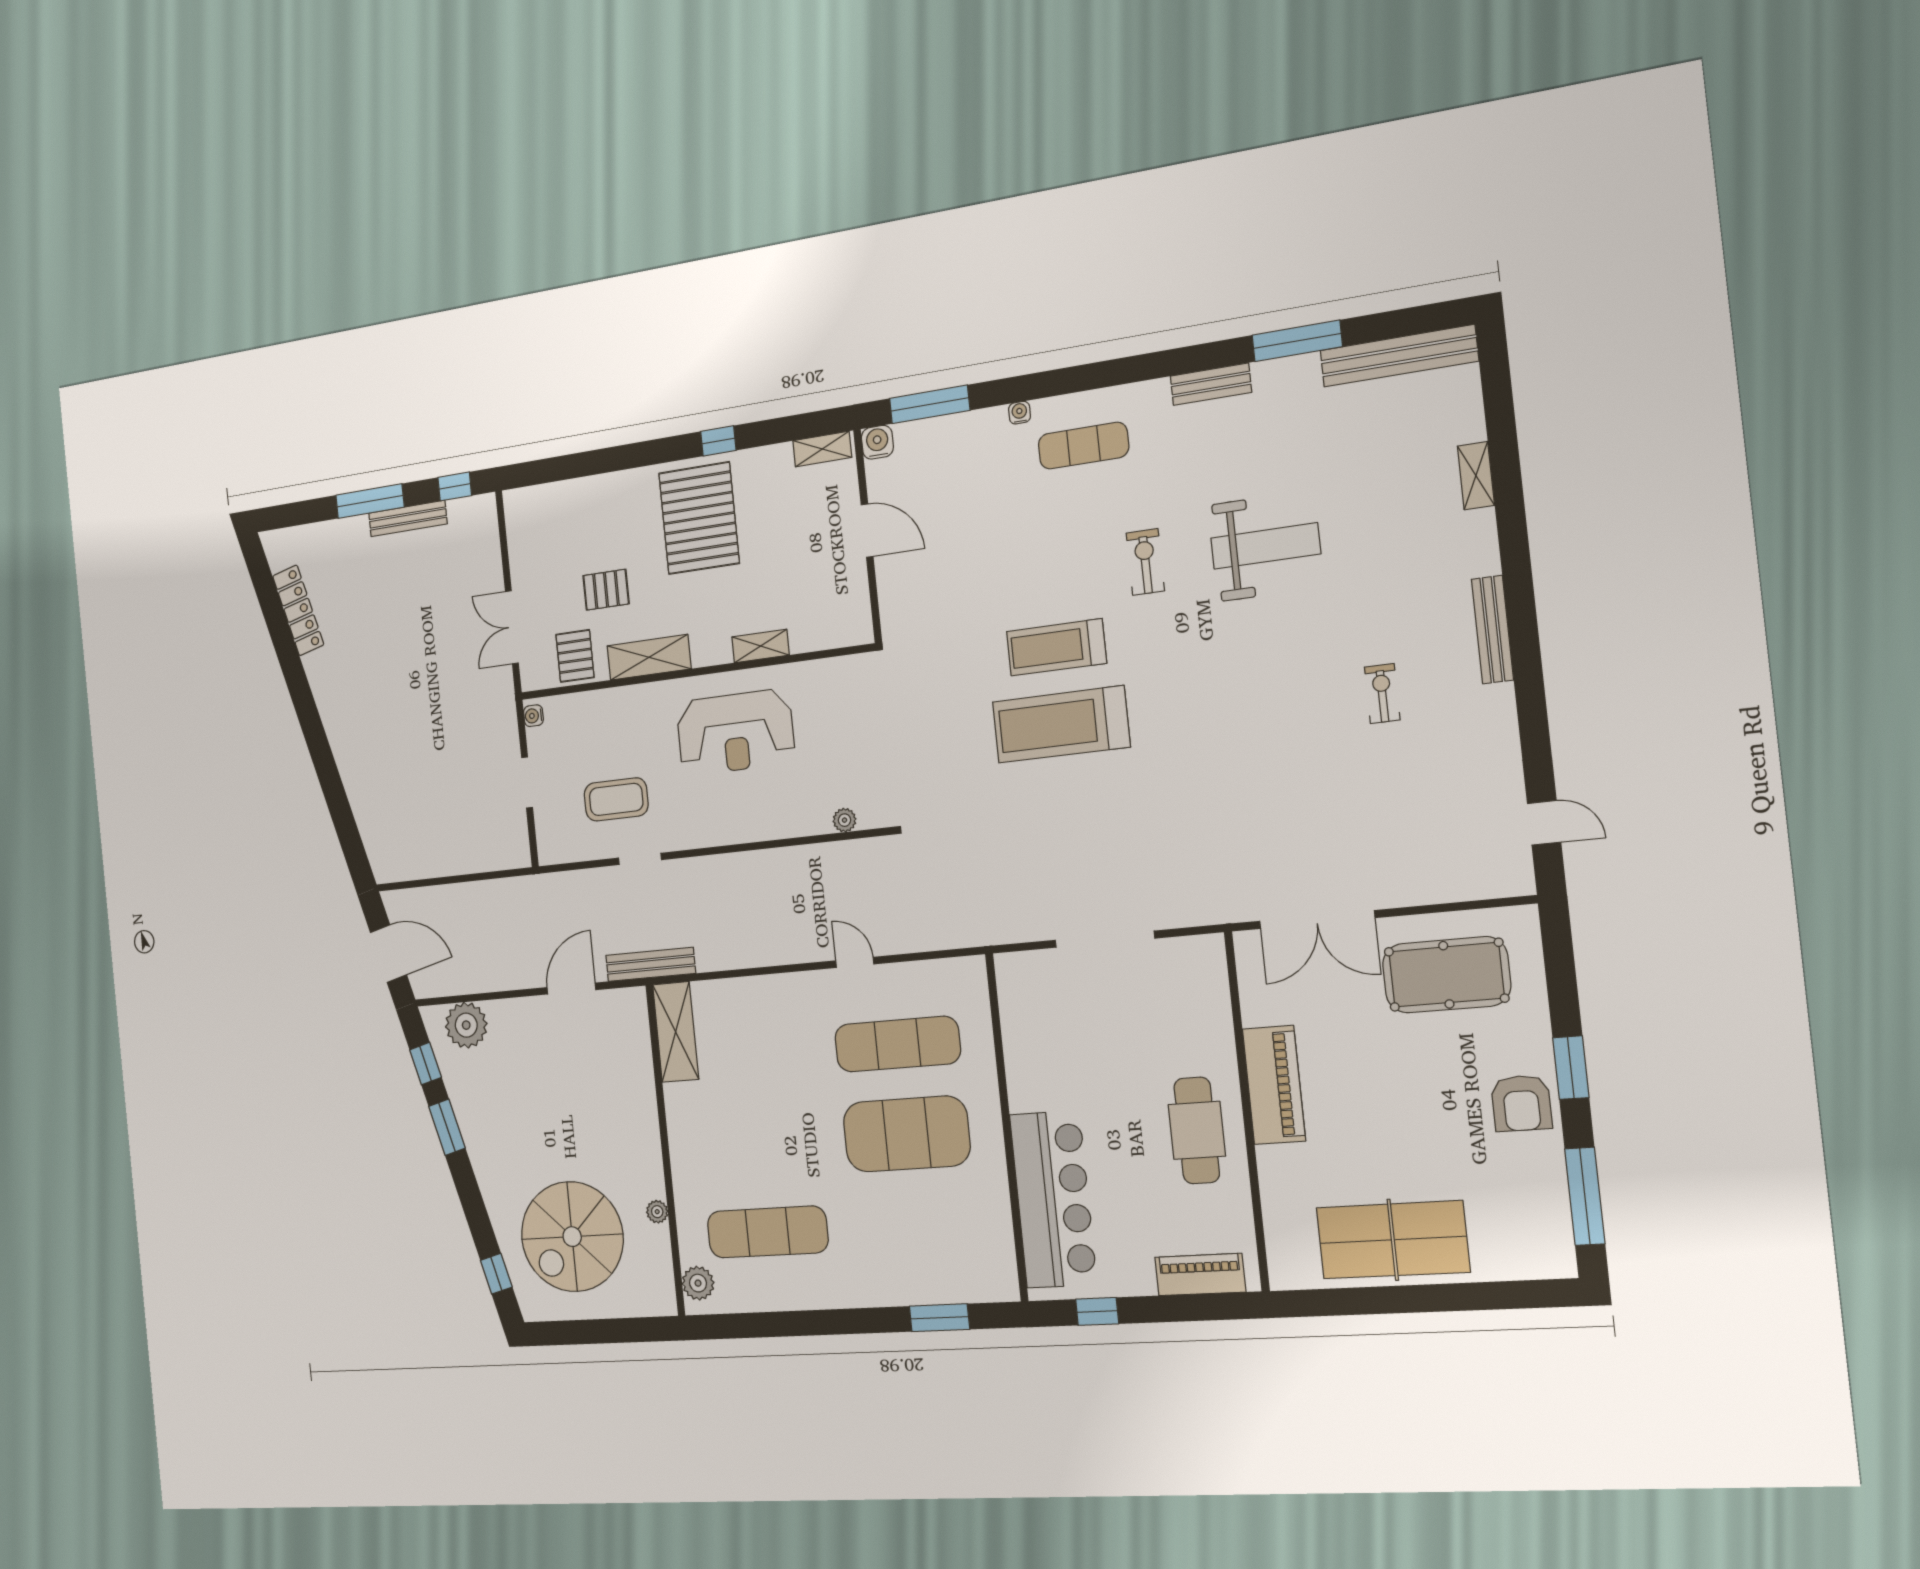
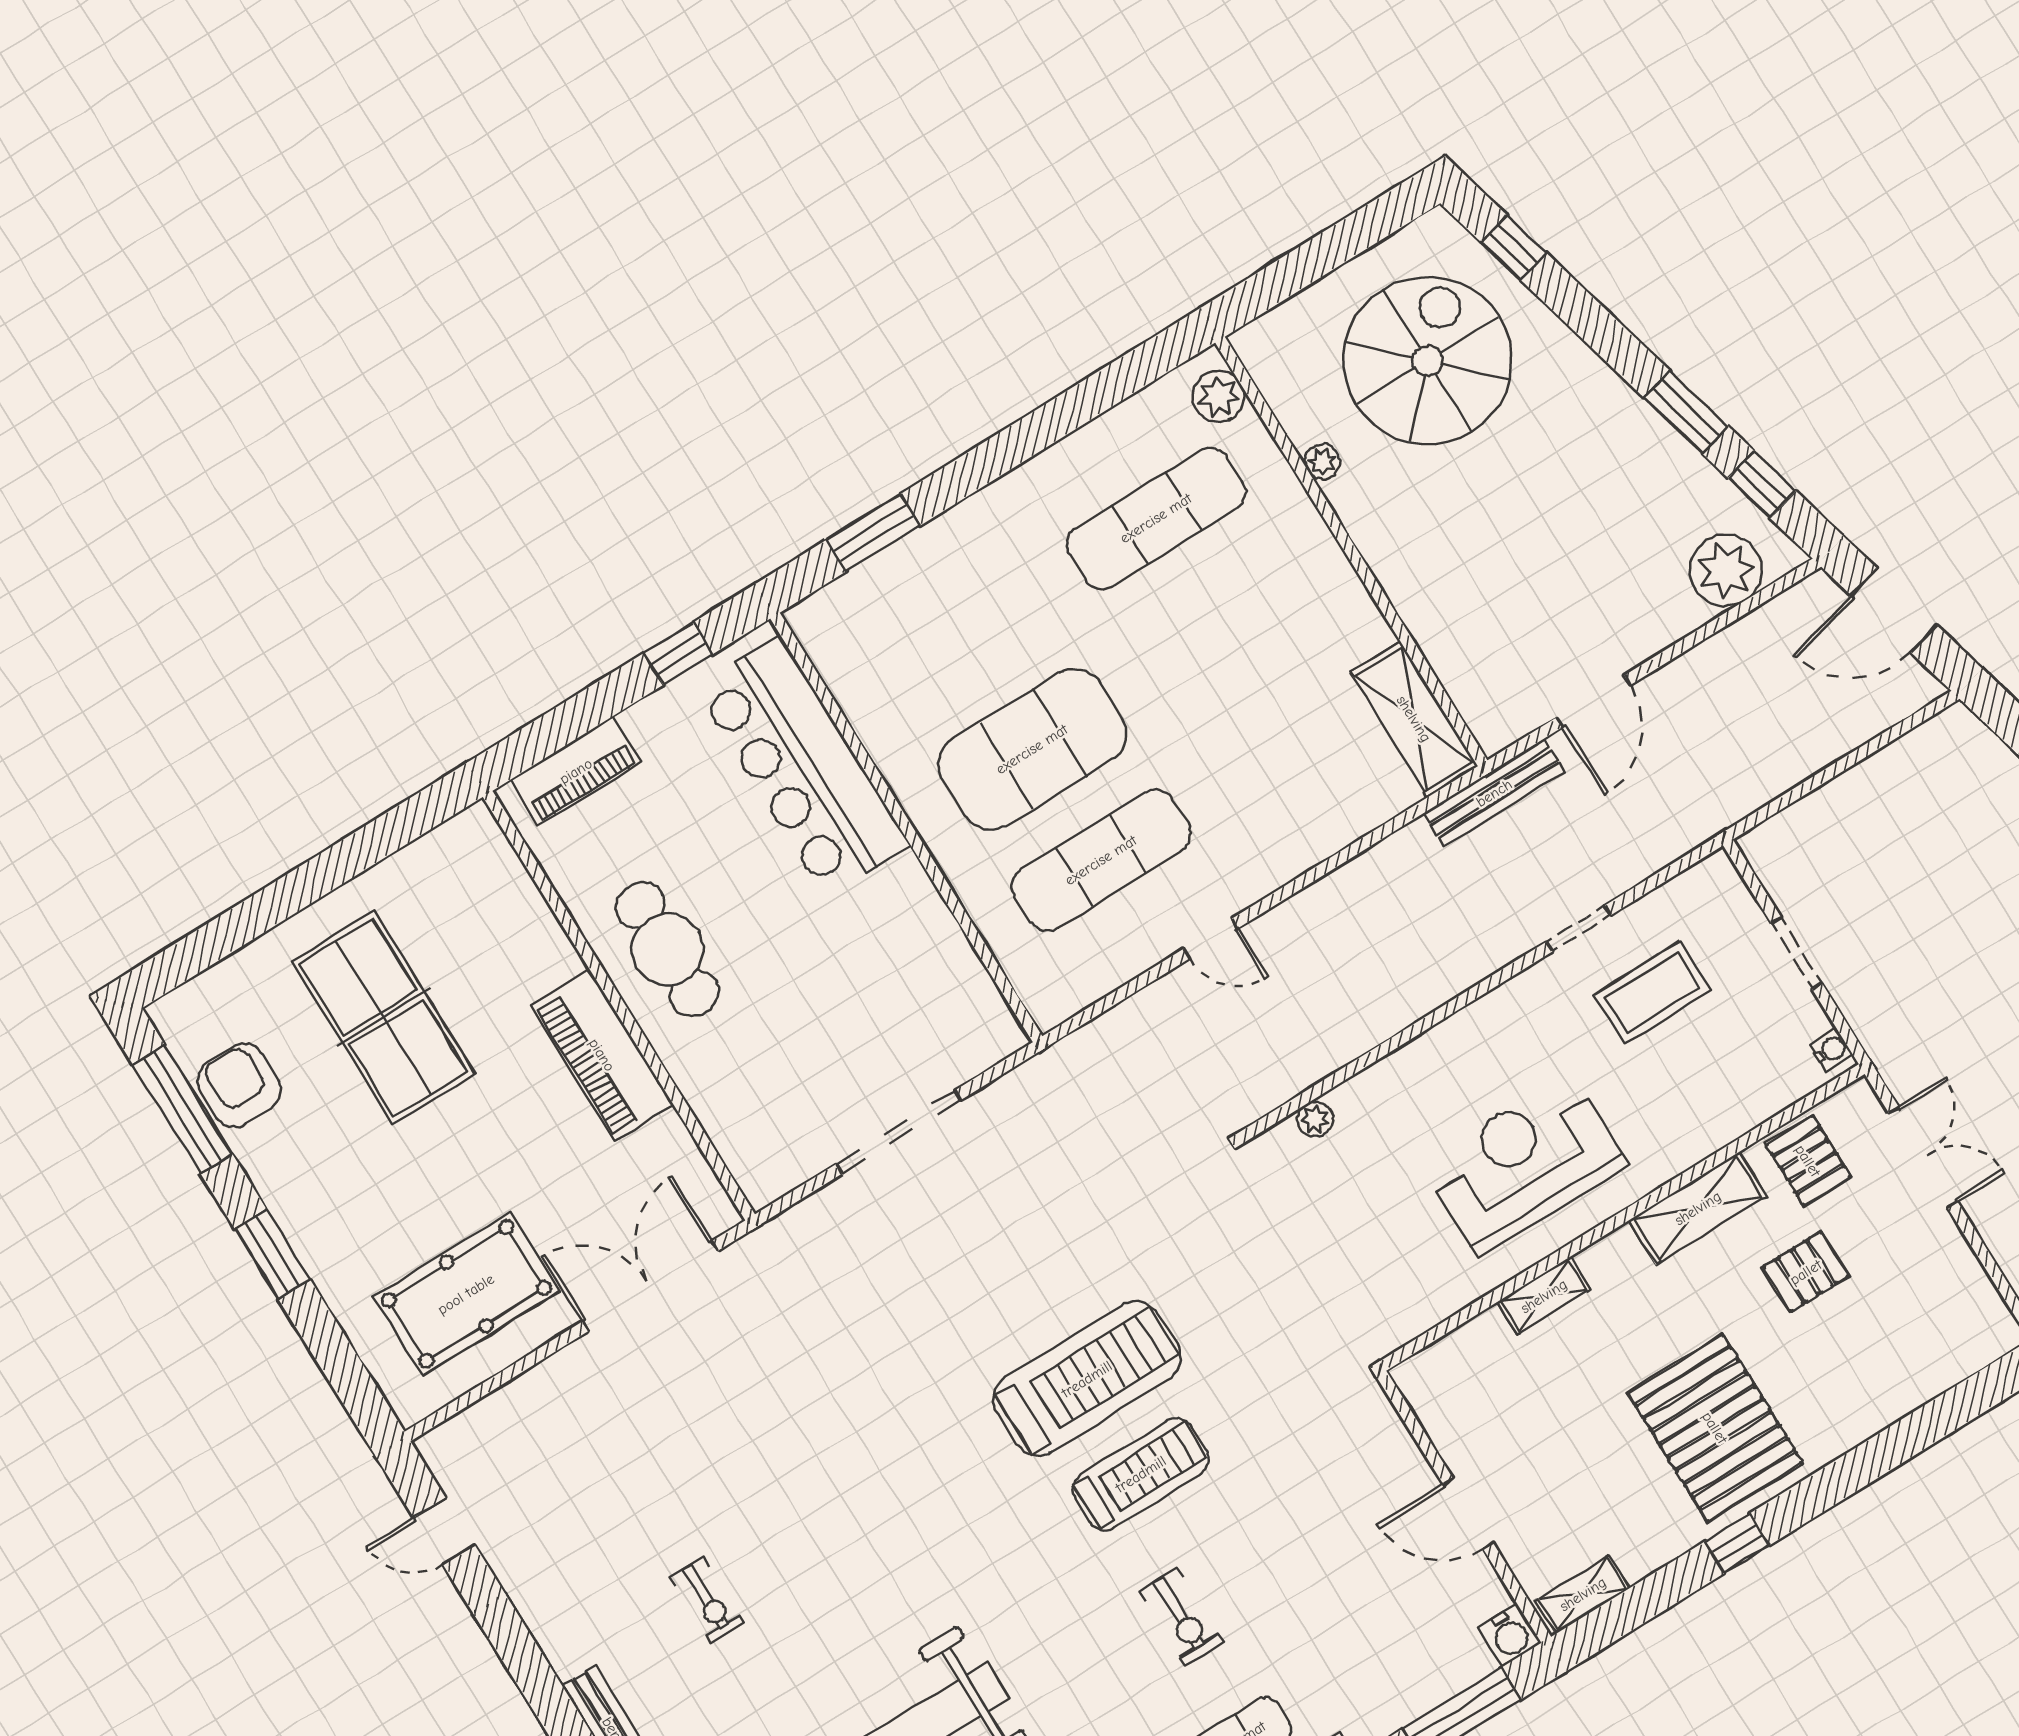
exercise bike: (1145, 562) -> (1181, 1617), moved
armchair: (1521, 1103) -> (239, 1086), moved
table tennis table: (1393, 1240) -> (384, 1018), moved, turned 90

